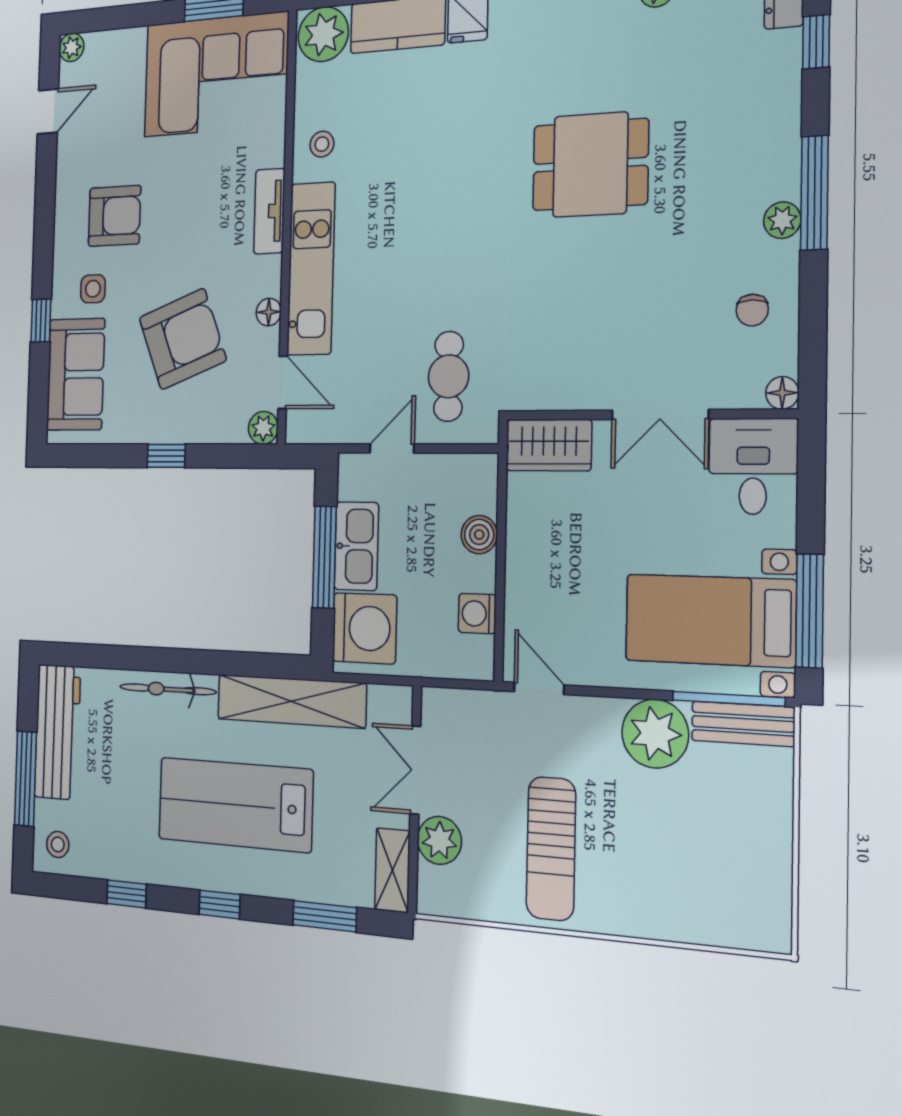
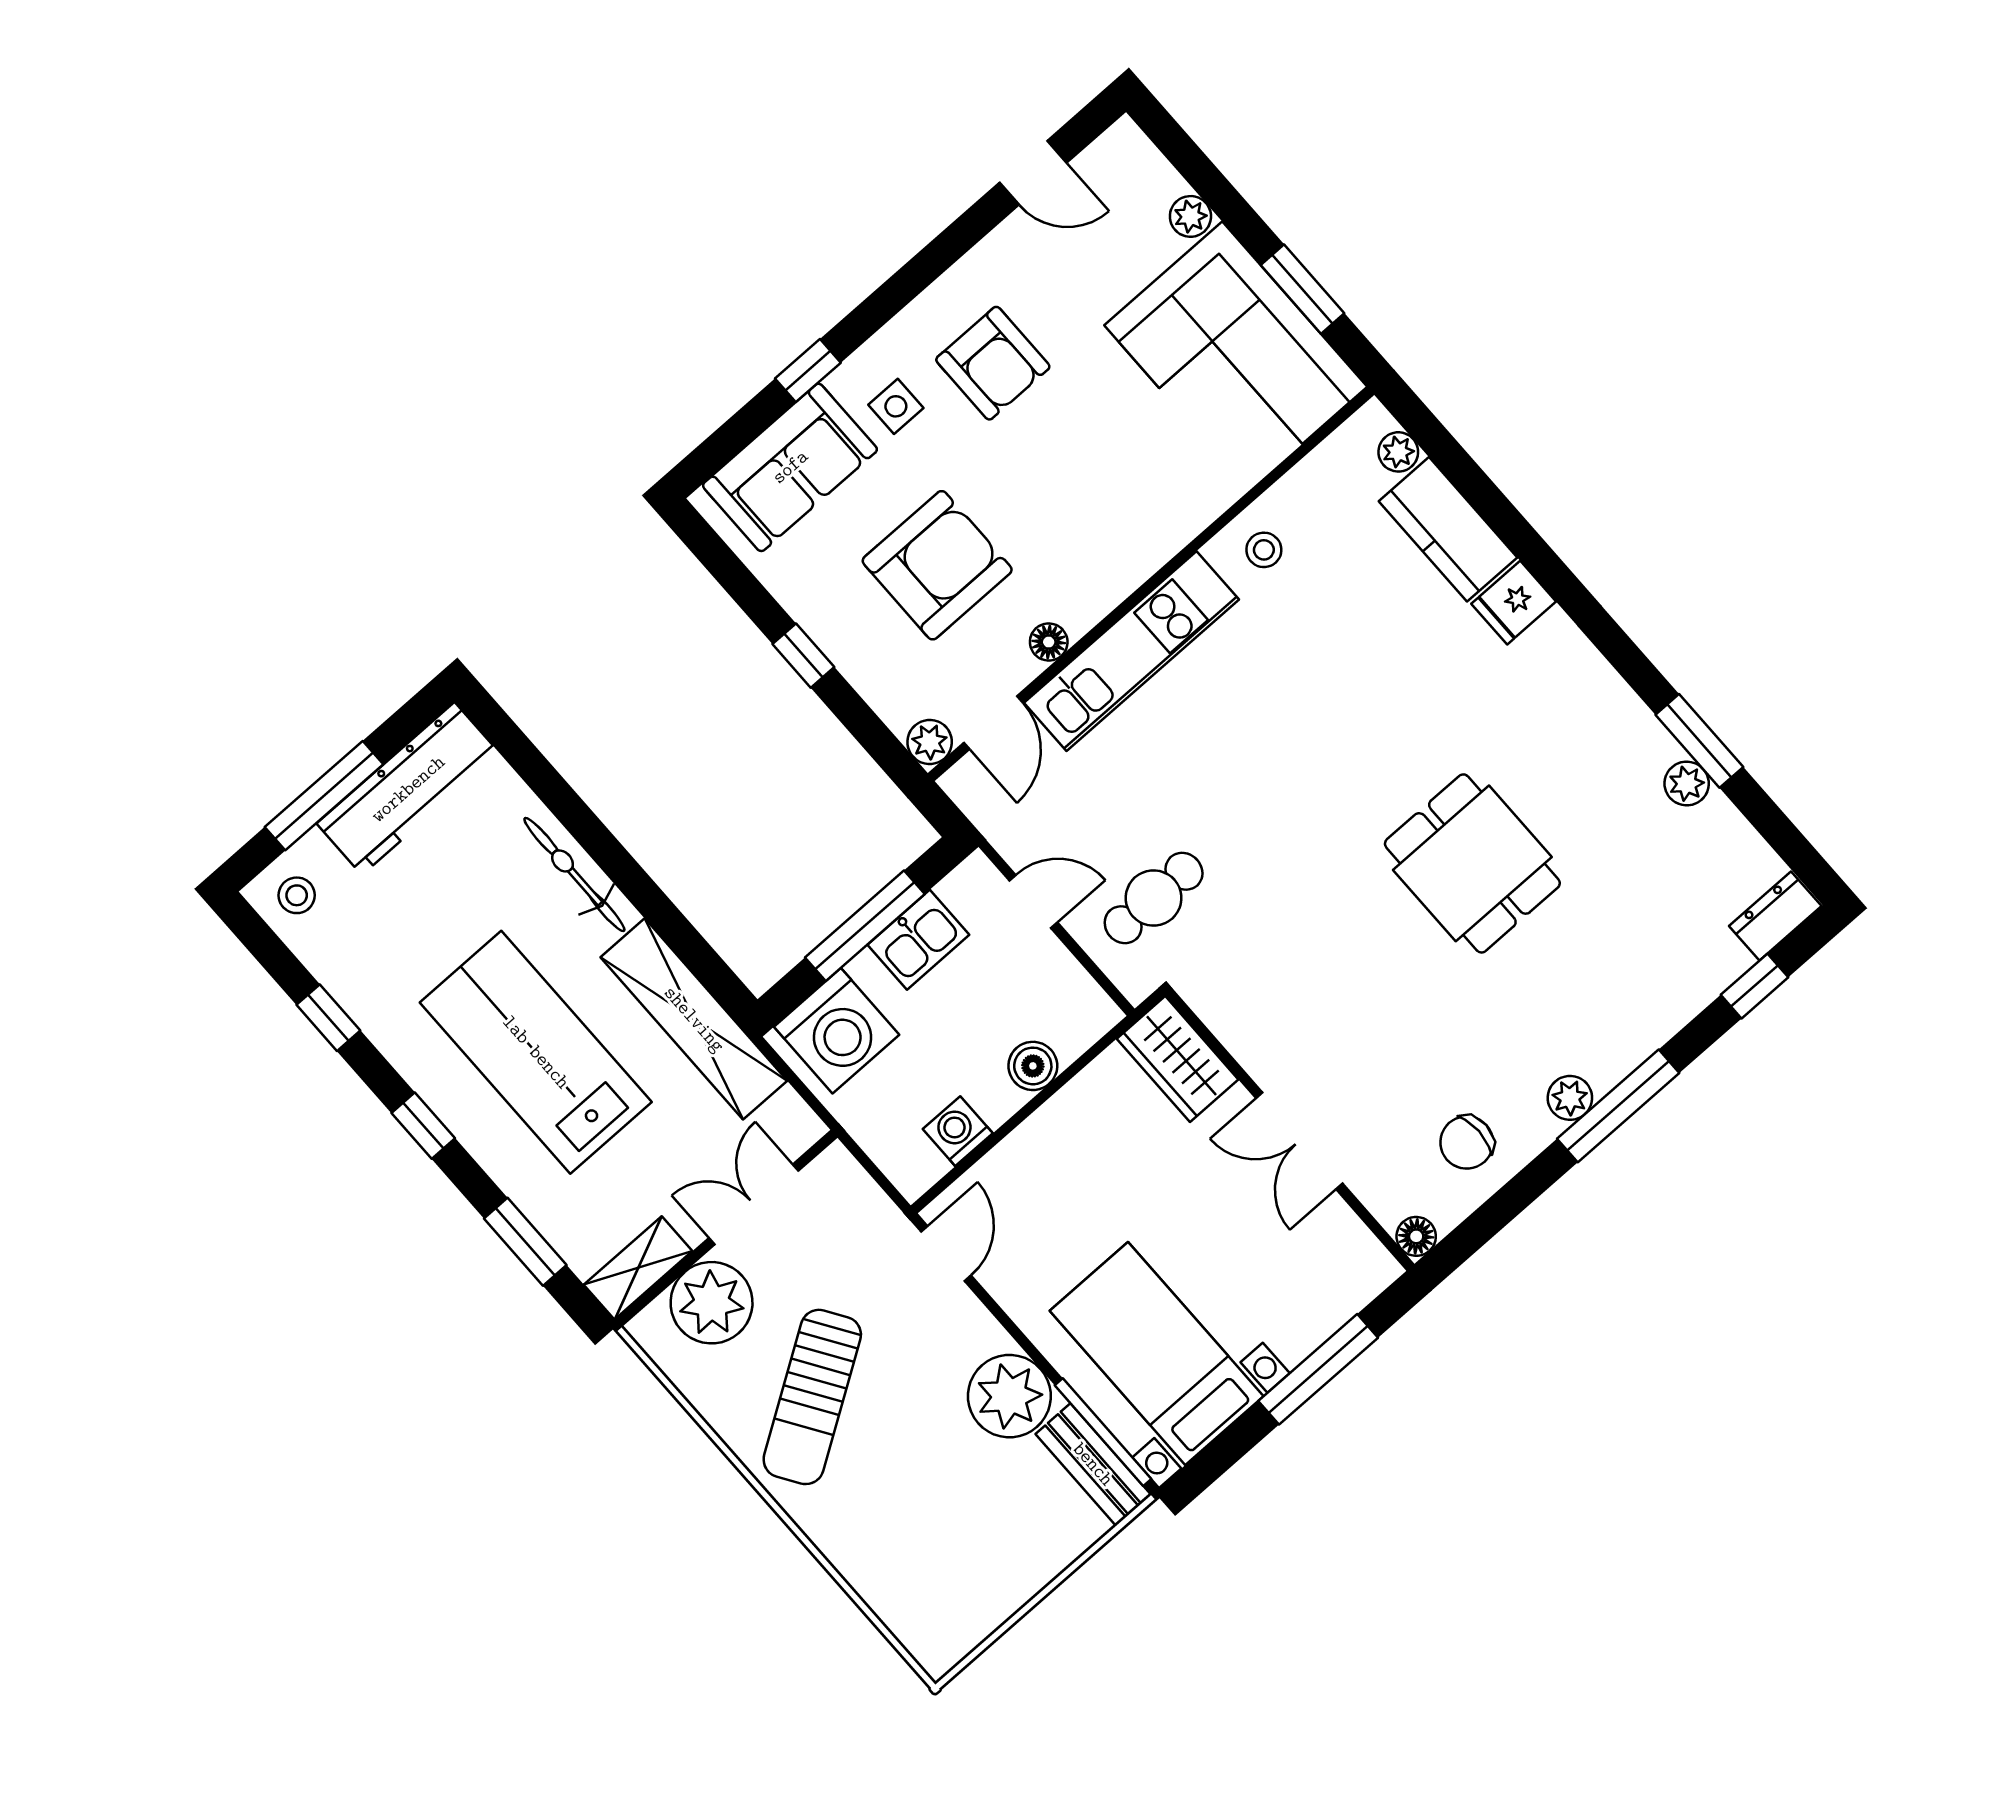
plant: (323, 34) -> (1398, 452), width x0.53, depth x0.53
plant: (71, 47) -> (1190, 216), moved
tv unit: (269, 211) -> (1149, 550), removed
chair: (752, 310) -> (1467, 1142), width x1.37, depth x1.37
armchair: (183, 339) -> (937, 565), turned -69
desk: (753, 466) -> (1328, 1269), removed
kitchen sink: (356, 546) -> (918, 940), width x0.73
window: (810, 611) -> (1318, 1369), moved
plant: (439, 840) -> (712, 1303), width x1.36, depth x1.36
sun lounger: (551, 849) -> (812, 1397), turned -33

